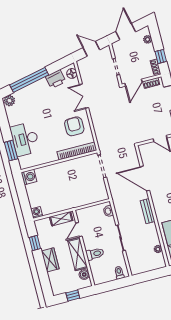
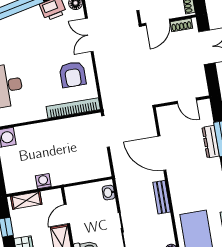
armchair: (74, 126) -> (73, 75), turned 180
washing machine: (37, 213) -> (43, 181), moved
shelving: (61, 219) -> (26, 200), moved

